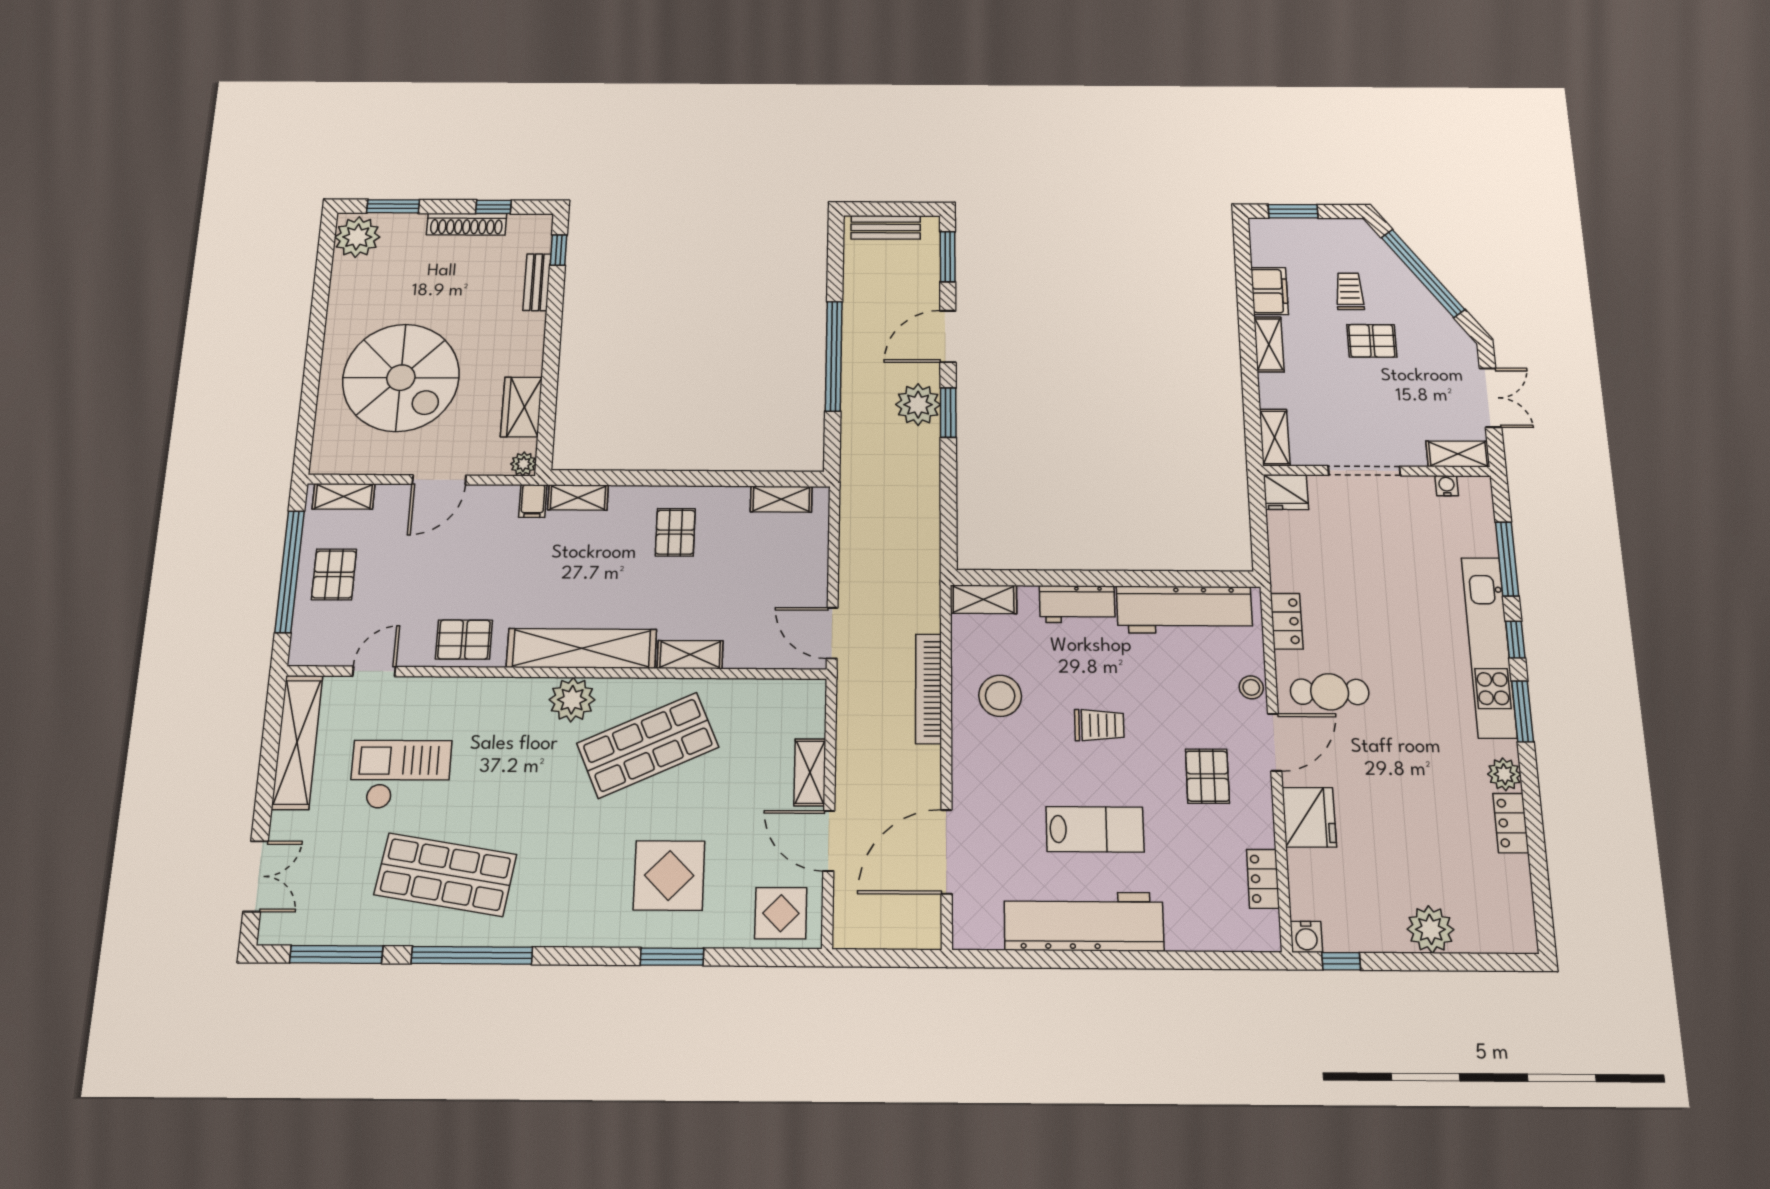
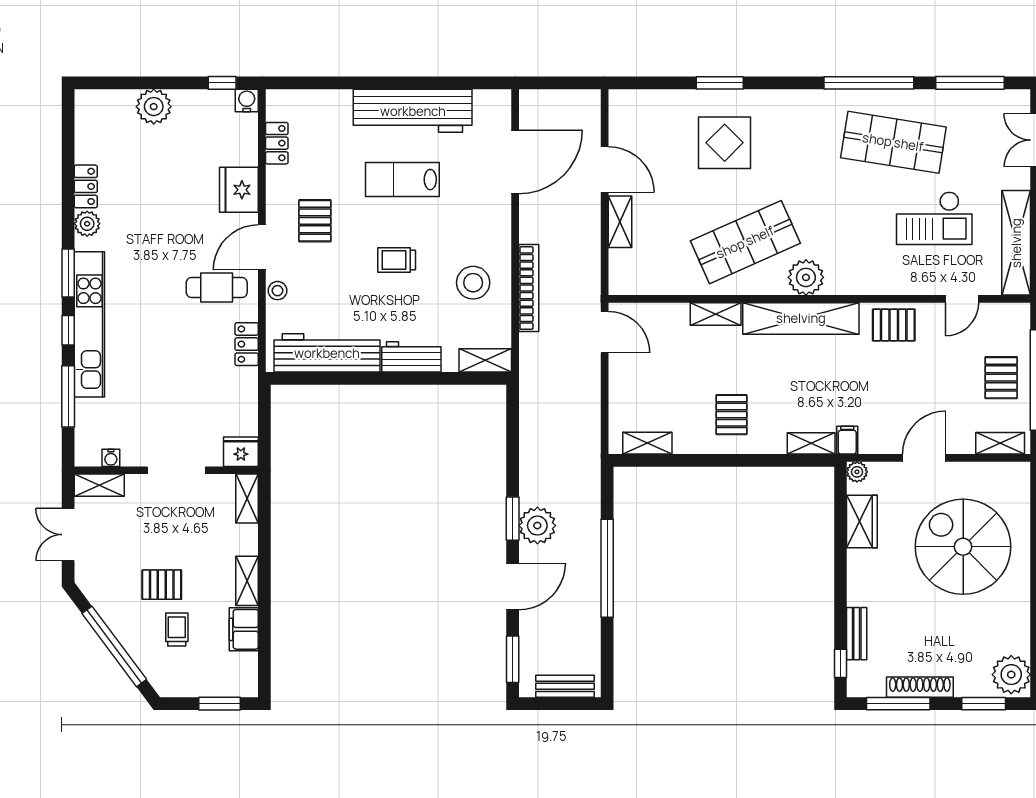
window: (493, 207) -> (898, 704), width x2.17
trolley: (1350, 291) -> (177, 629), turned 180
display table: (781, 913) -> (640, 115), removed

